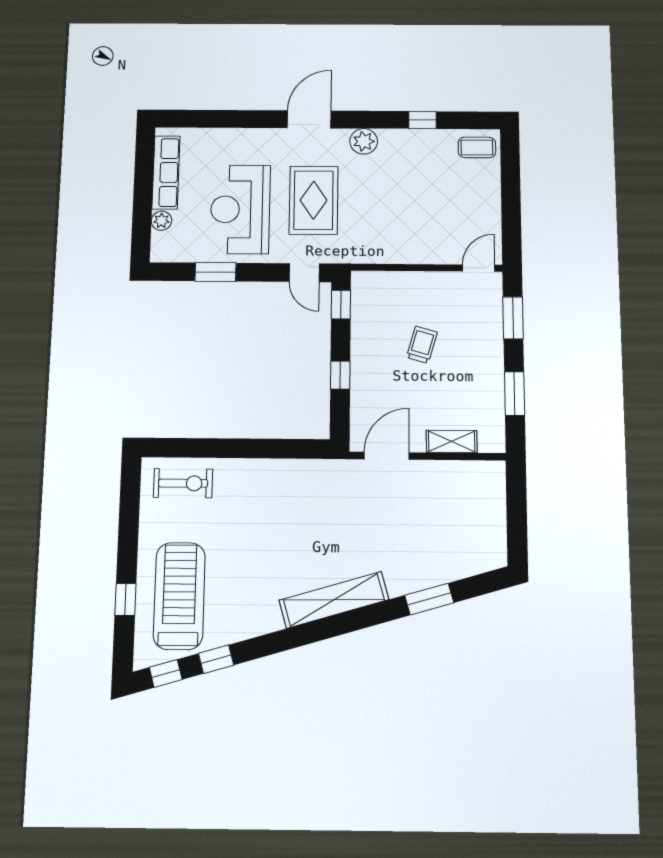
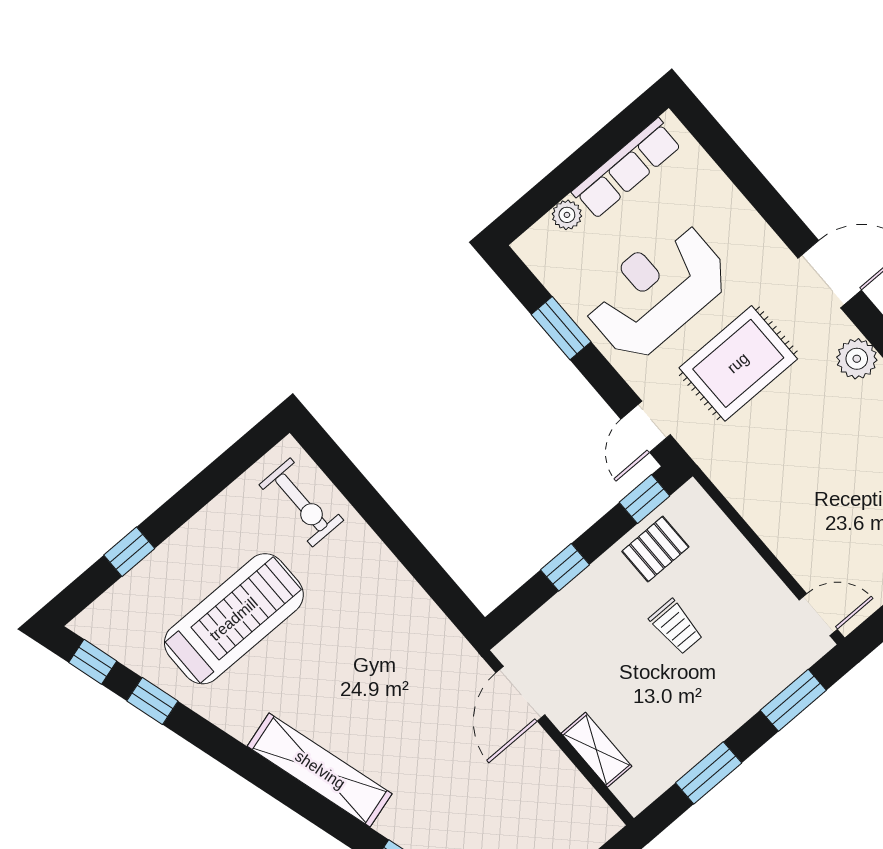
pallet: (372, 321) -> (655, 549), added
trolley: (422, 345) -> (676, 627), turned 74
door: (387, 456) -> (520, 694), swing flipped
treadmill: (179, 596) -> (234, 619), moved

